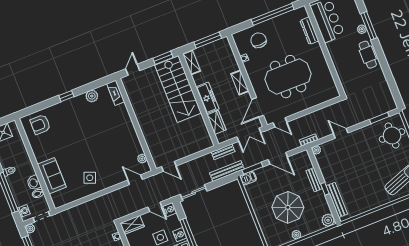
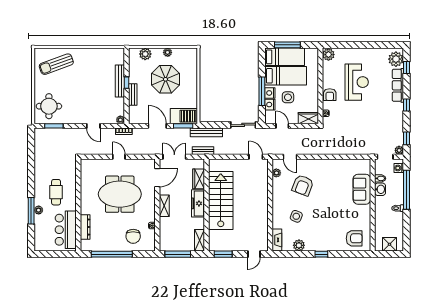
cafe table: (368, 55) -> (56, 192), moved
stairs: (178, 89) -> (221, 200), moved
door: (280, 122) -> (119, 157), moved
armchair: (111, 157) -> (303, 185), added
side table: (90, 178) -> (296, 216), moved
barbecue: (248, 178) -> (184, 116), width x1.88, depth x1.53
bench: (337, 200) -> (120, 81), moved
nightstand: (170, 210) -> (270, 105), moved
plant: (328, 220) -> (145, 54), moved

